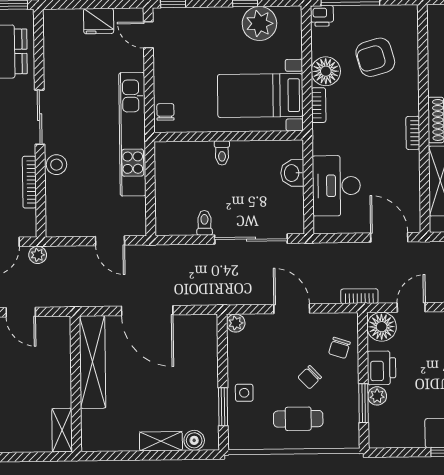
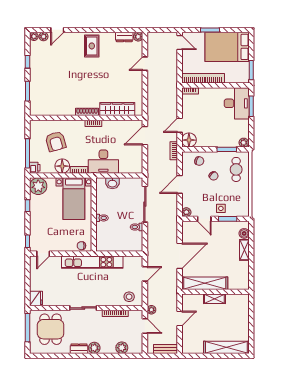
fridge: (99, 21) -> (36, 298), moved
plant: (259, 23) -> (38, 186), moved
stool: (56, 165) -> (129, 297), moved
desk: (336, 186) -> (103, 162), moved
door: (411, 307) -> (180, 125), hinge flipped
door: (223, 360) -> (204, 219), added
printer: (381, 368) -> (209, 140), removed
plant: (377, 396) -> (244, 143), moved
cafe table: (298, 419) -> (236, 169), moved
shelving: (62, 430) -> (214, 299), moved

